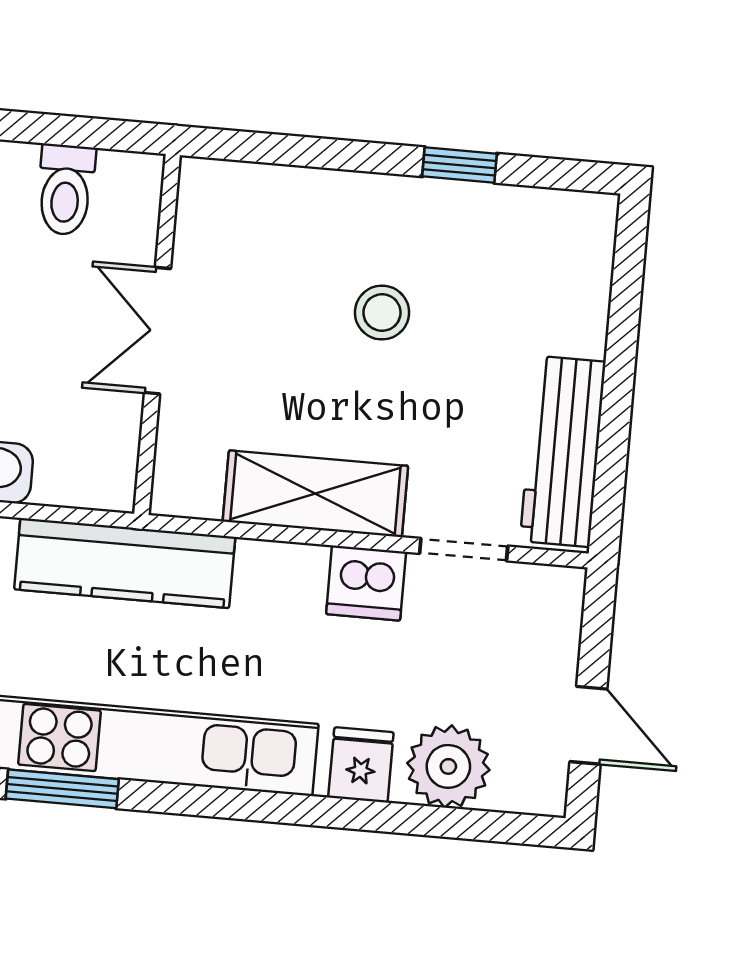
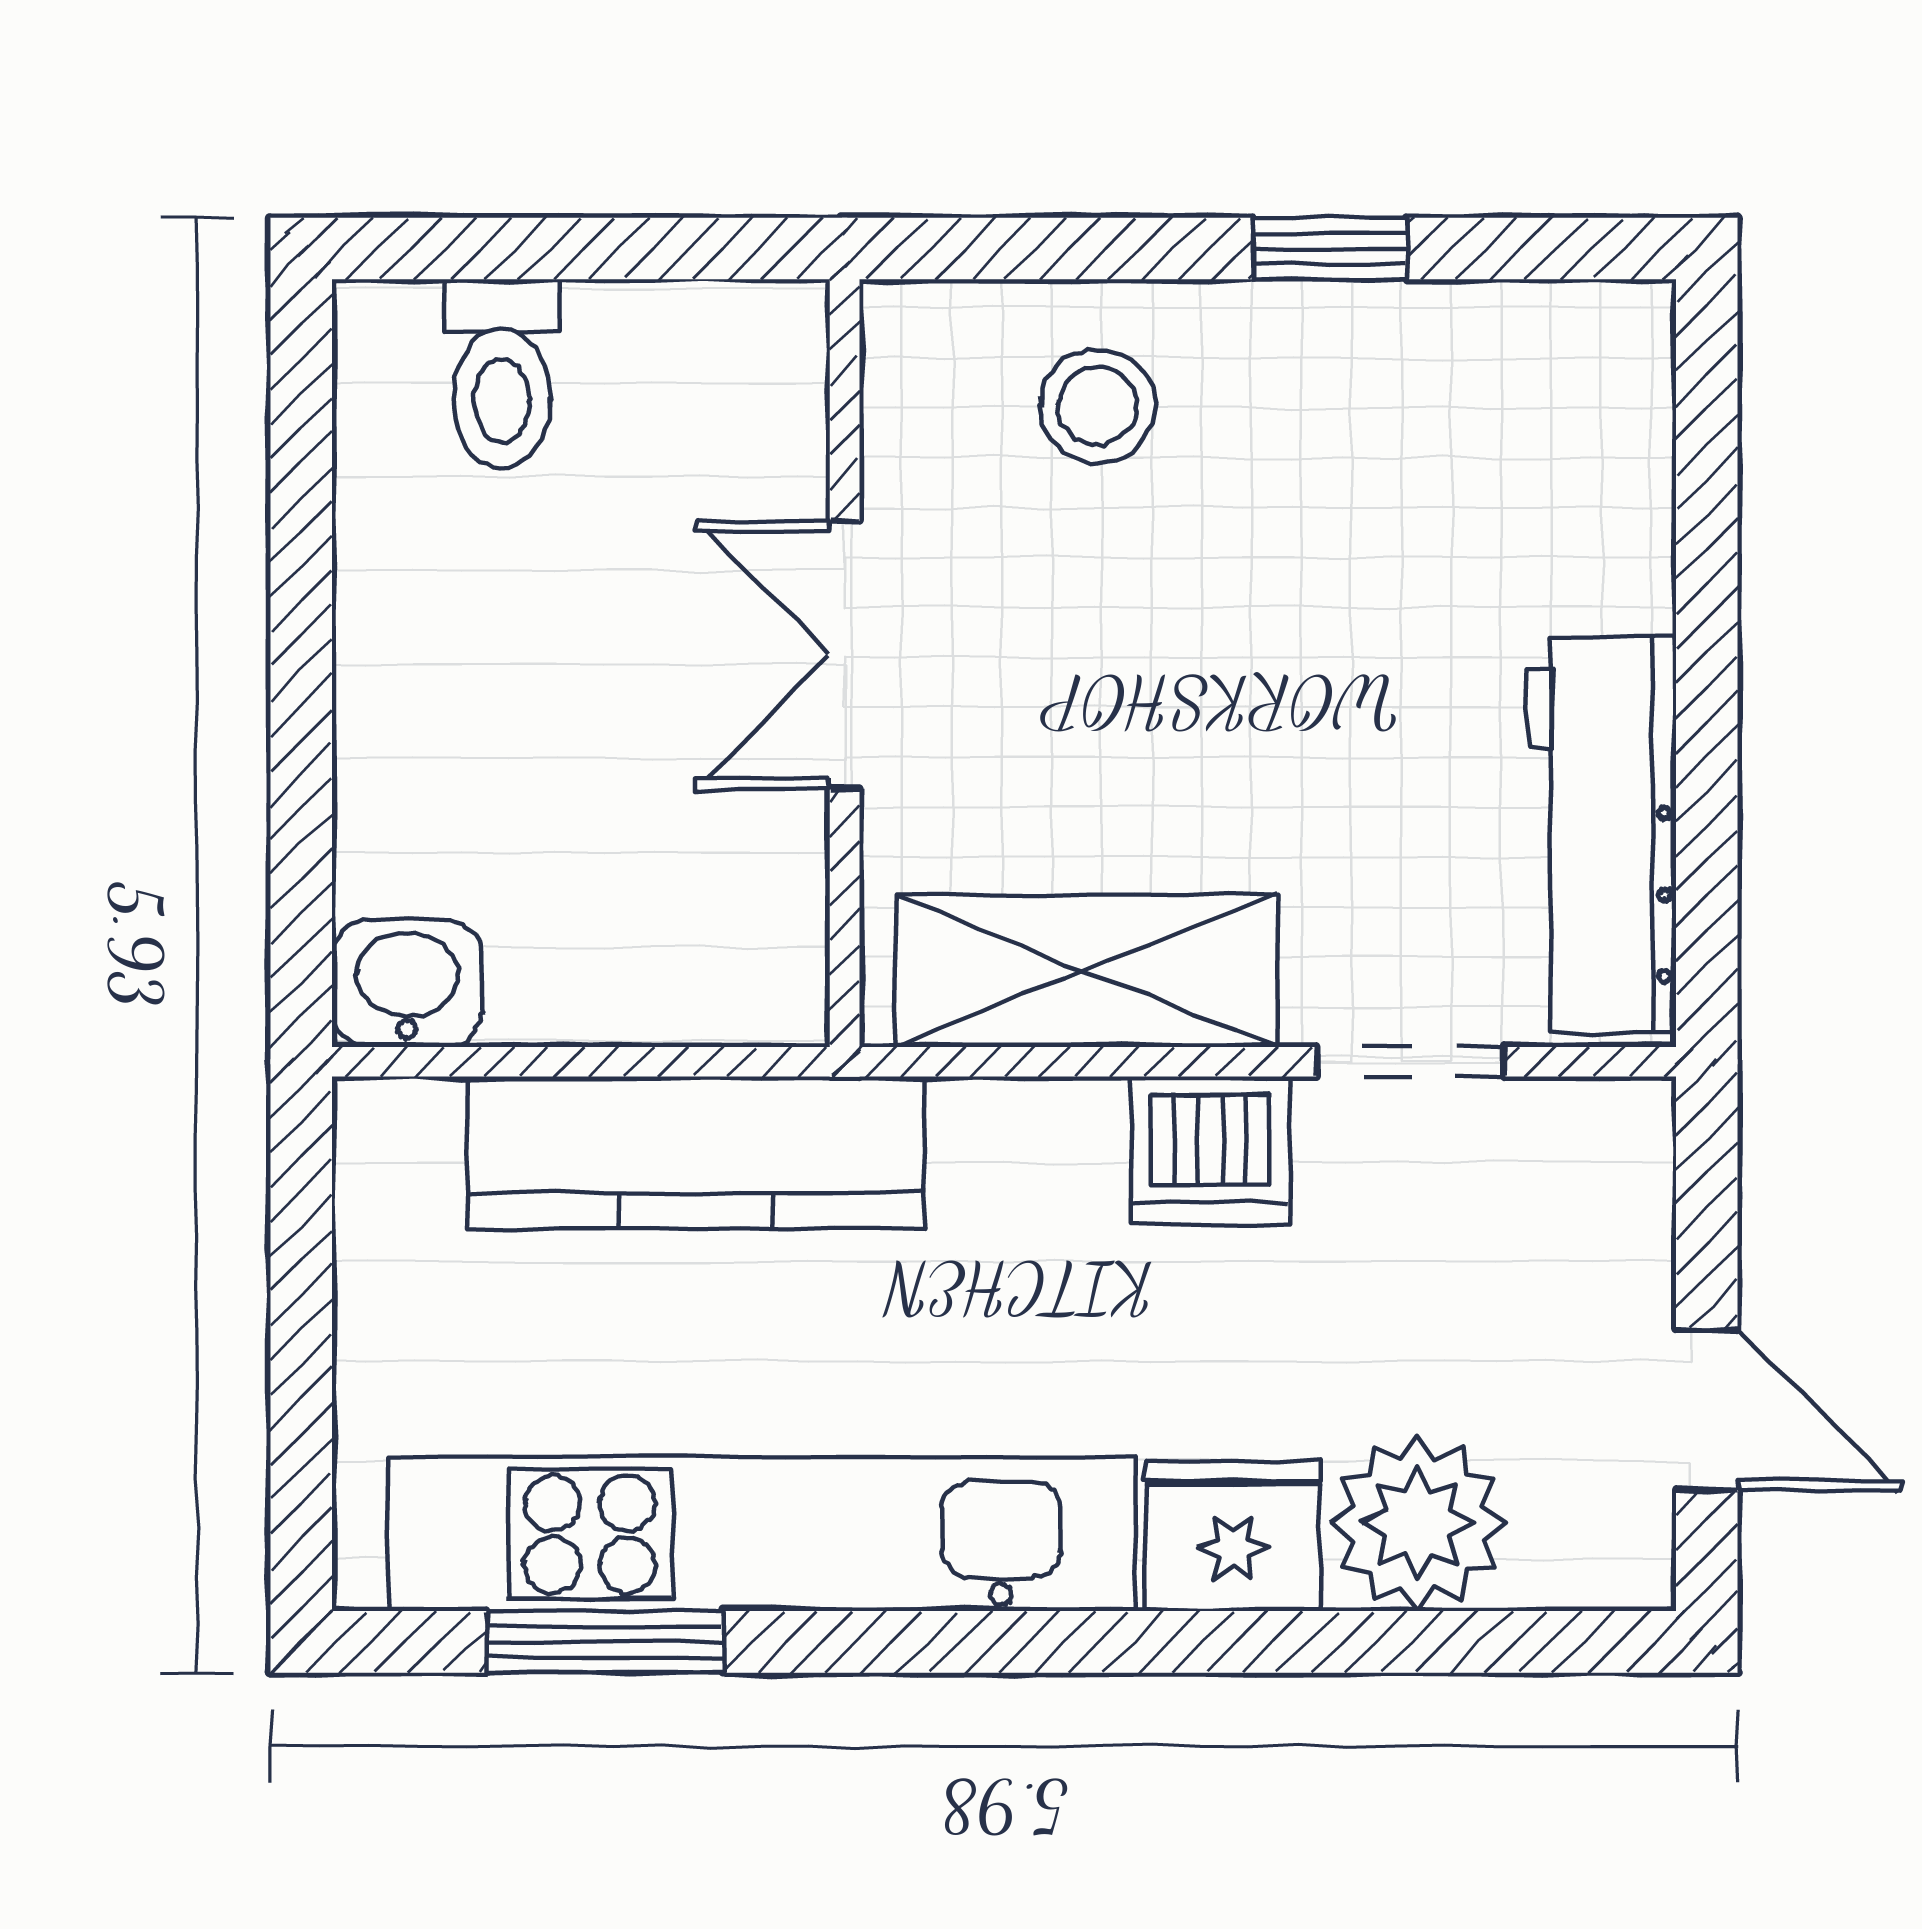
stool: (382, 313) -> (1098, 406), moved
double door: (157, 331) -> (845, 655), moved
wall: (157, 334) -> (845, 663), moved
fridge: (361, 765) -> (1233, 1536), width x1.38

